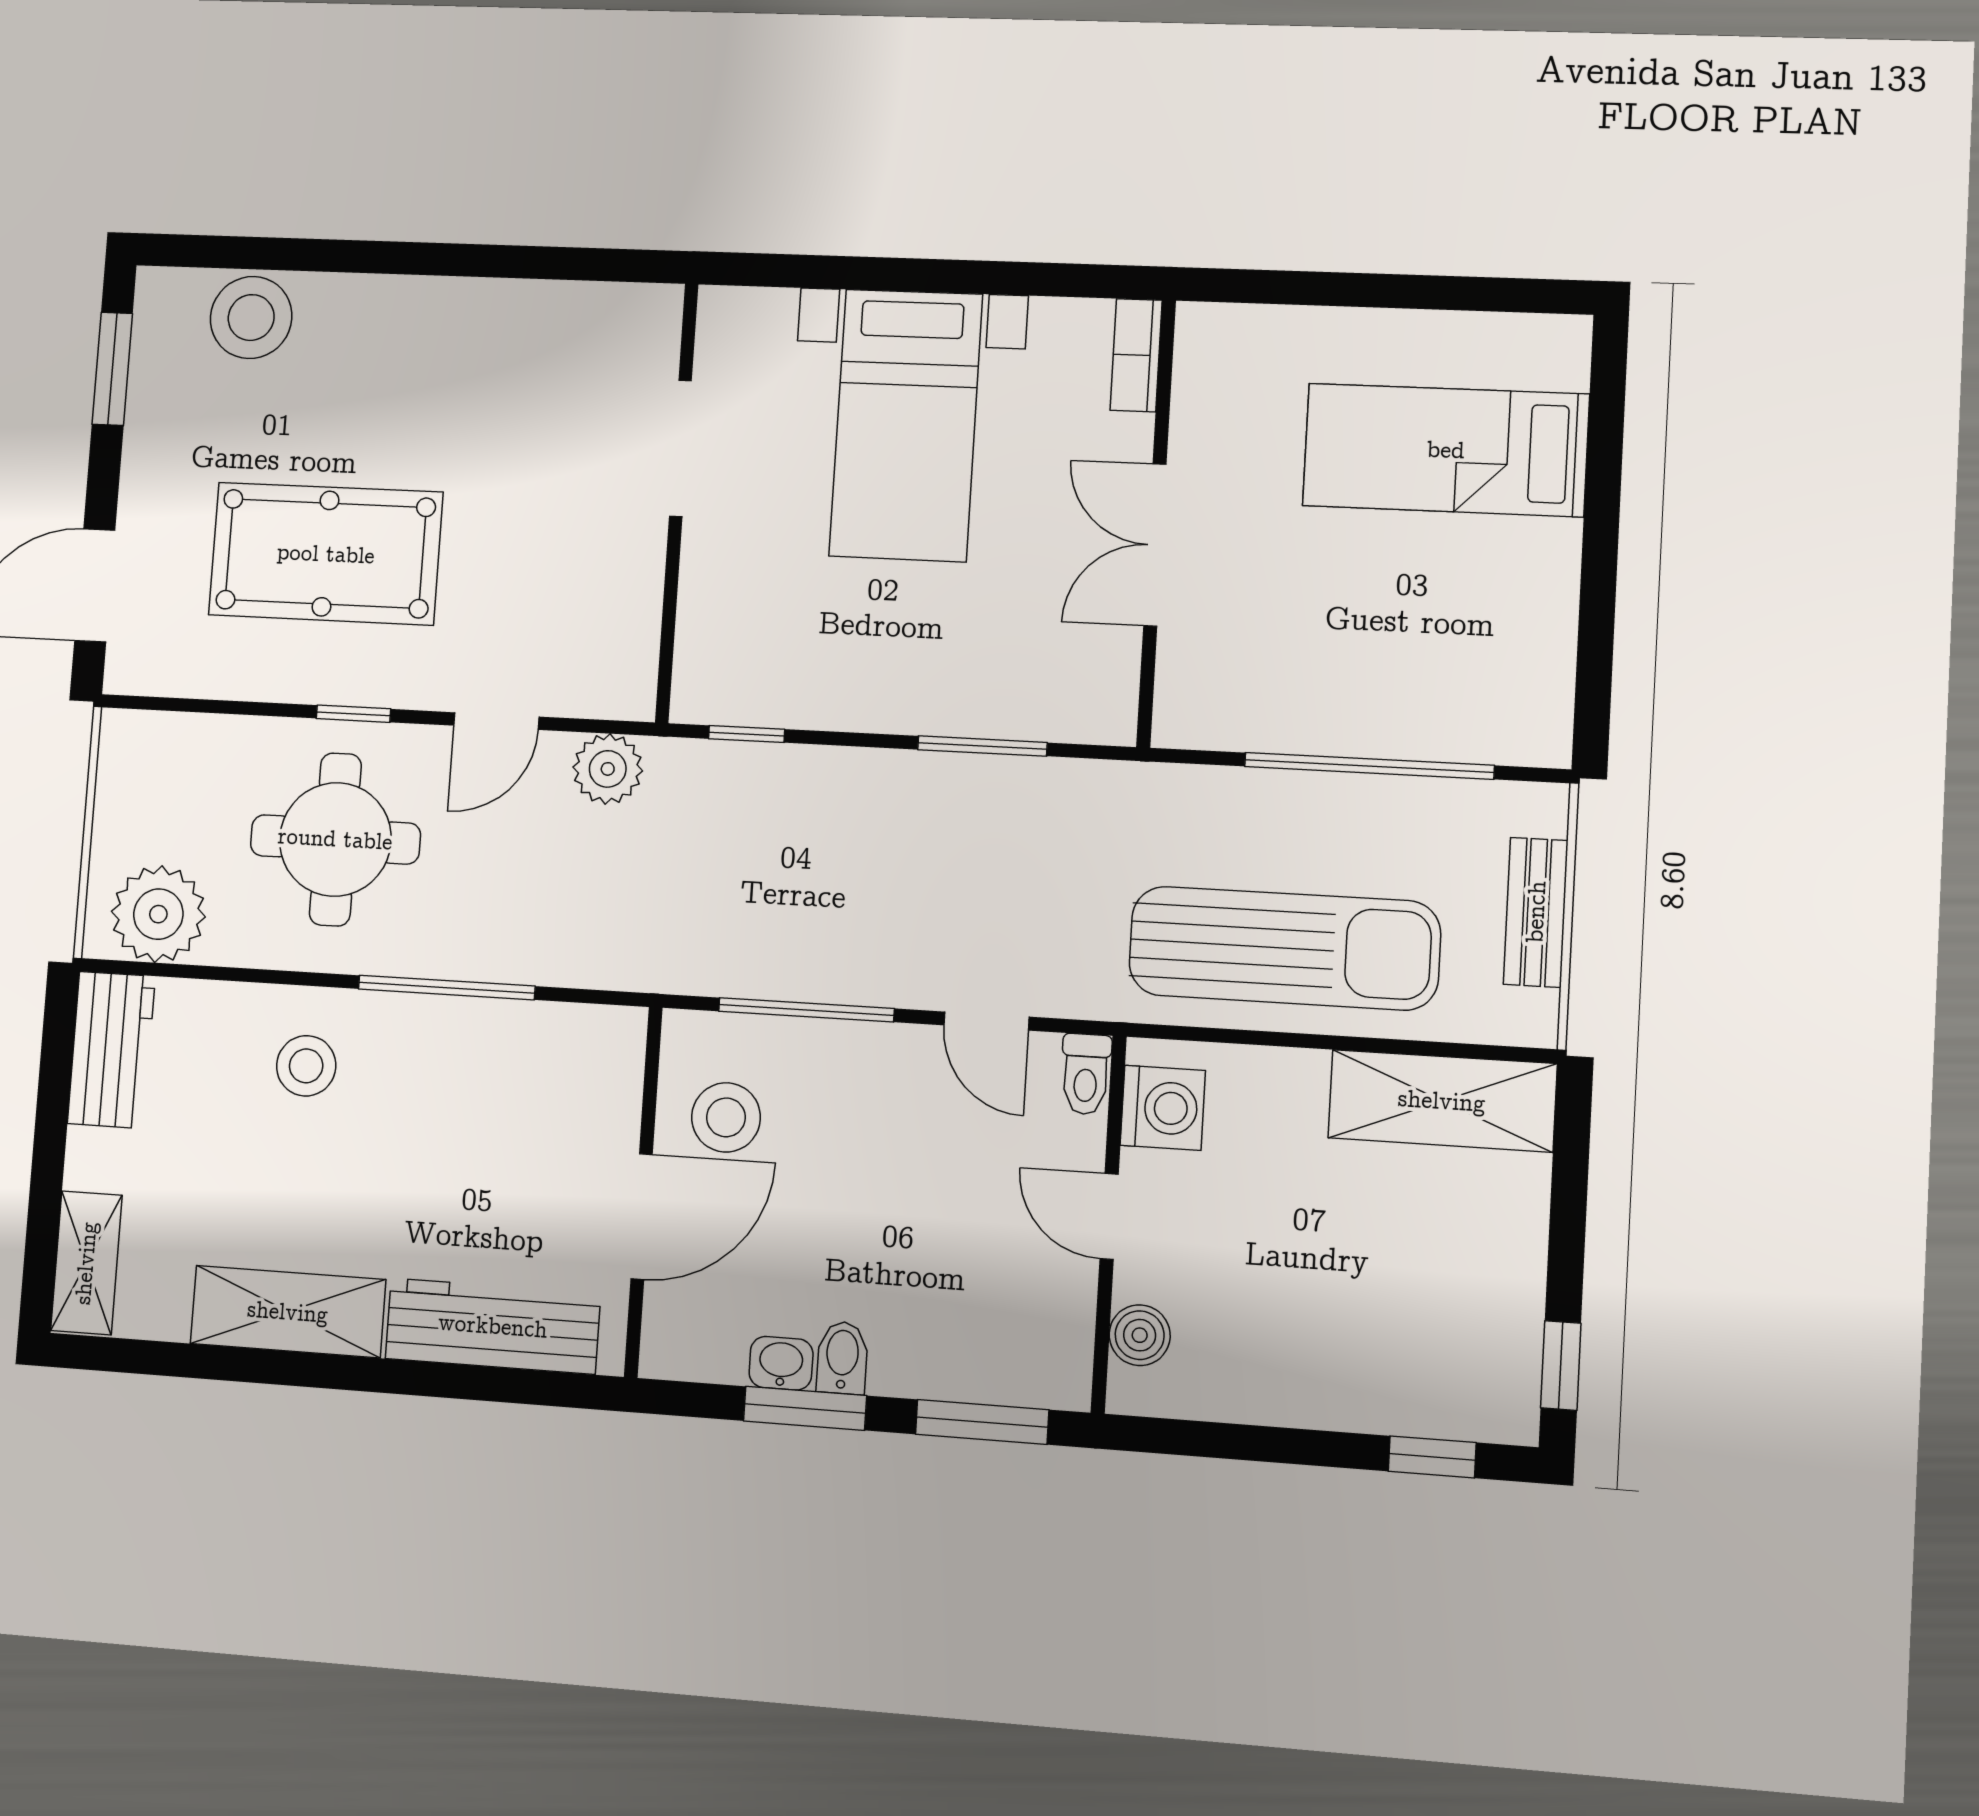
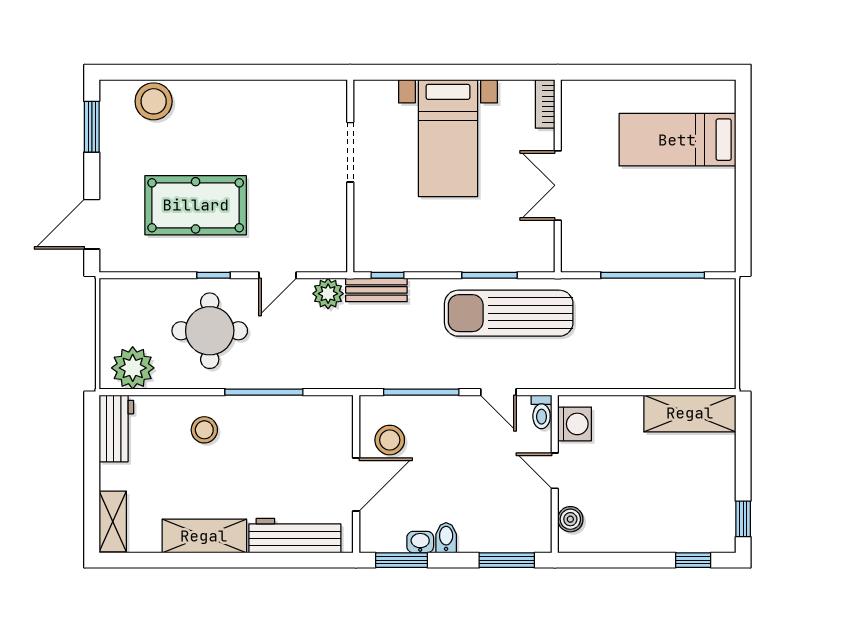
bench: (1536, 912) -> (376, 290), moved, turned 90
sun lounger: (1284, 948) -> (509, 313), moved, turned 180
window: (805, 1408) -> (401, 560), moved

